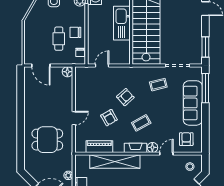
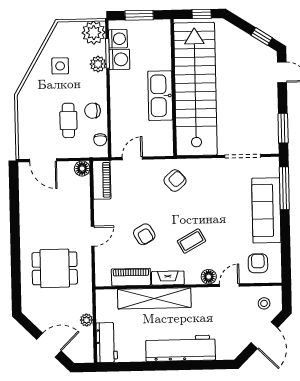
piano: (81, 80) -> (102, 180), added
coffee table: (158, 85) -> (215, 184), removed
armchair: (125, 97) -> (175, 181), moved
fireplace: (135, 148) -> (168, 278), moved

